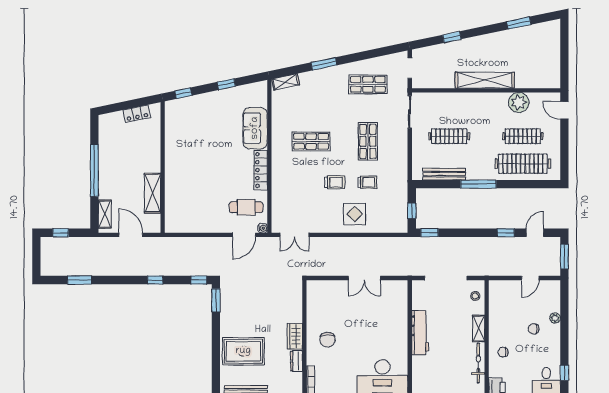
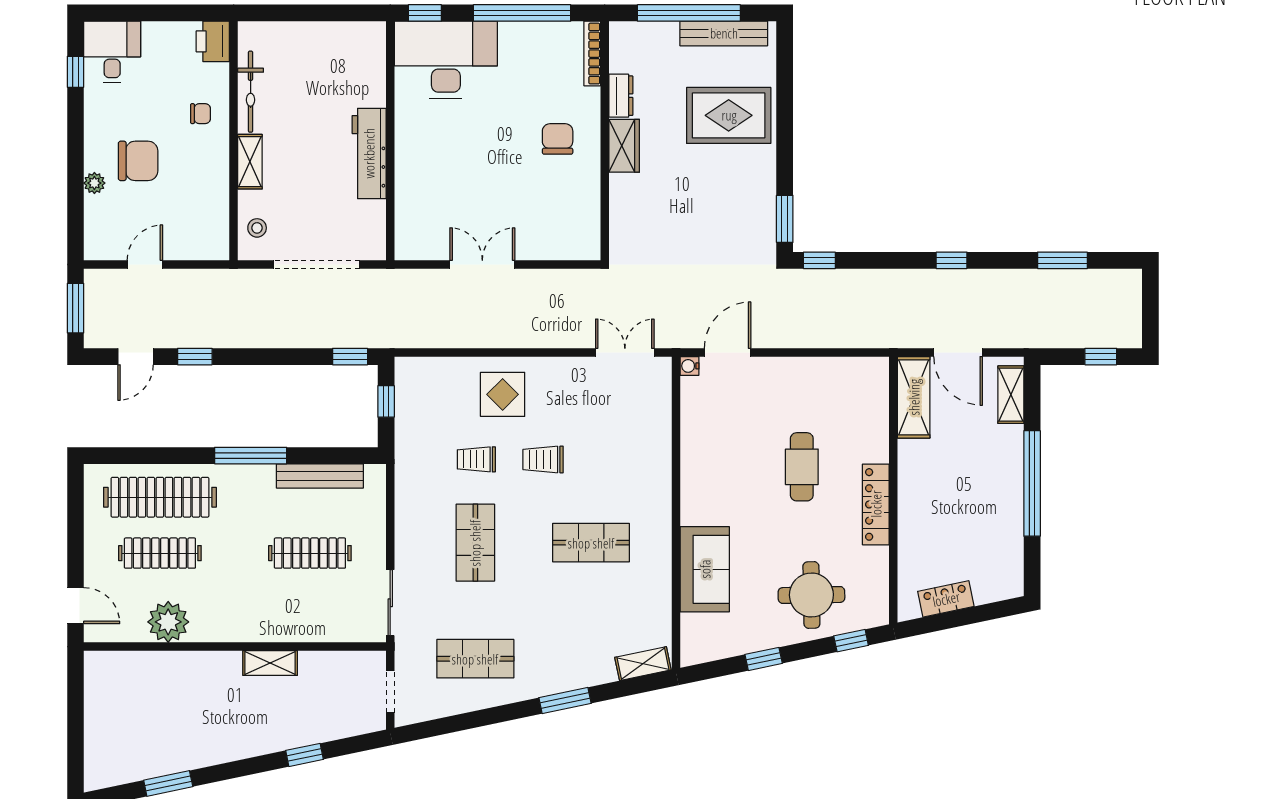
shelving: (485, 80) -> (270, 663), width x0.45, depth x0.75
round table: (203, 116) -> (811, 595), added
locker: (261, 170) -> (876, 504), moved, turned 180
shelving: (153, 193) -> (914, 397), moved
cafe table: (246, 207) -> (802, 467), moved, turned 90
window: (155, 280) -> (952, 260), moved
chair: (534, 329) -> (138, 161), width x1.87, depth x1.87

